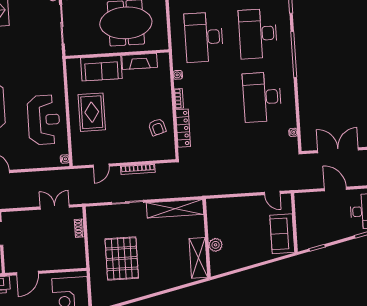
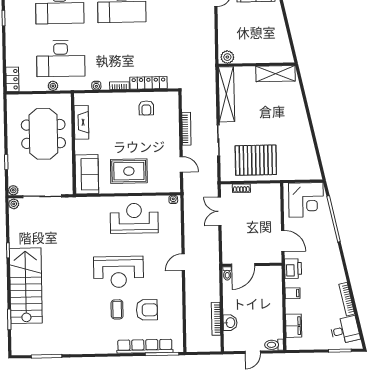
plant: (176, 30) -> (53, 86), added
sofa: (101, 68) -> (87, 174), moved
armchair: (157, 127) -> (146, 108), turned 106
plant: (216, 245) -> (227, 57), moved
pallet: (122, 258) -> (256, 160), moved

